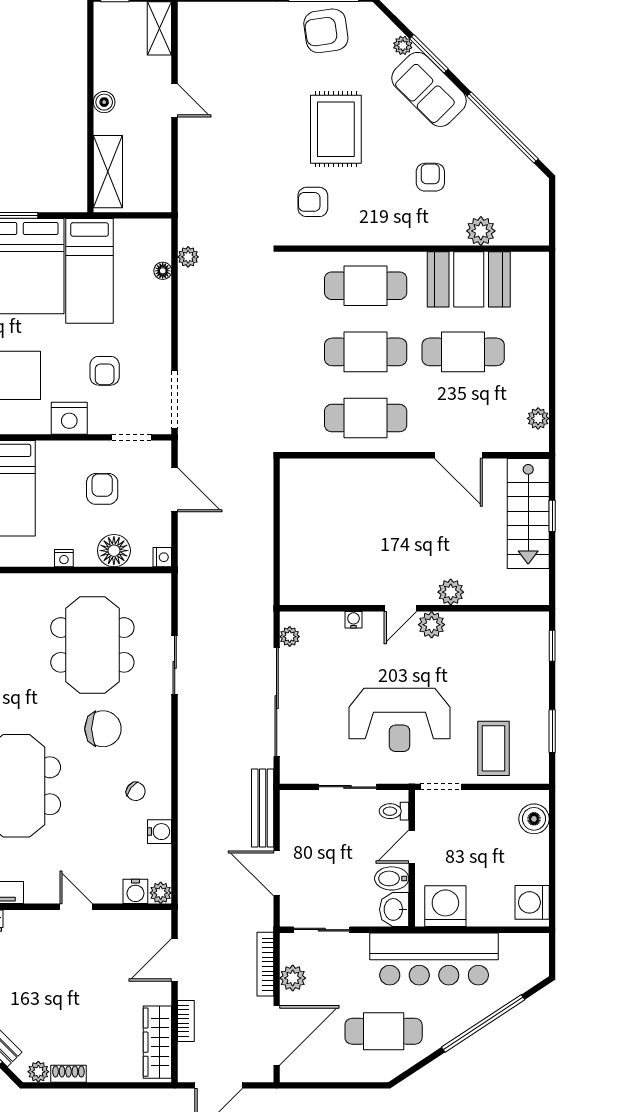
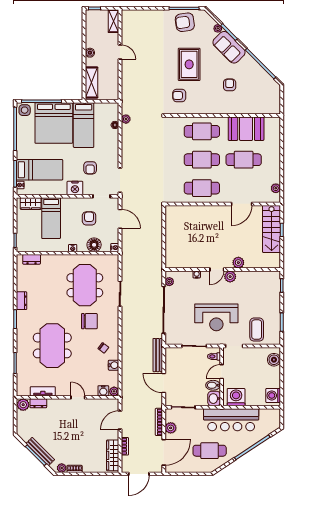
plant: (481, 231) -> (251, 108), removed
door: (458, 455) -> (242, 204), hinge flipped

